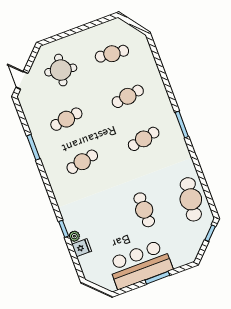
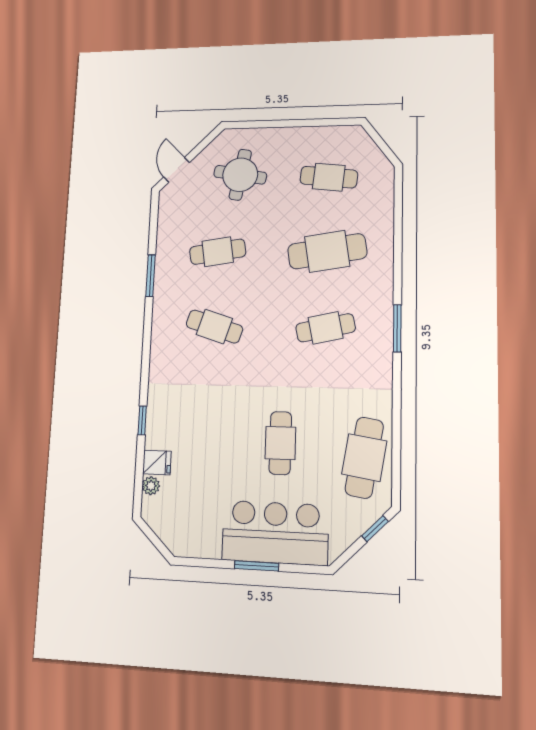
cafe table: (128, 96) -> (327, 251), width x1.37, depth x1.35
cafe table: (82, 162) -> (214, 326), turned 30
plant: (74, 236) -> (151, 486), moved
bar counter: (140, 264) -> (275, 533), moved

